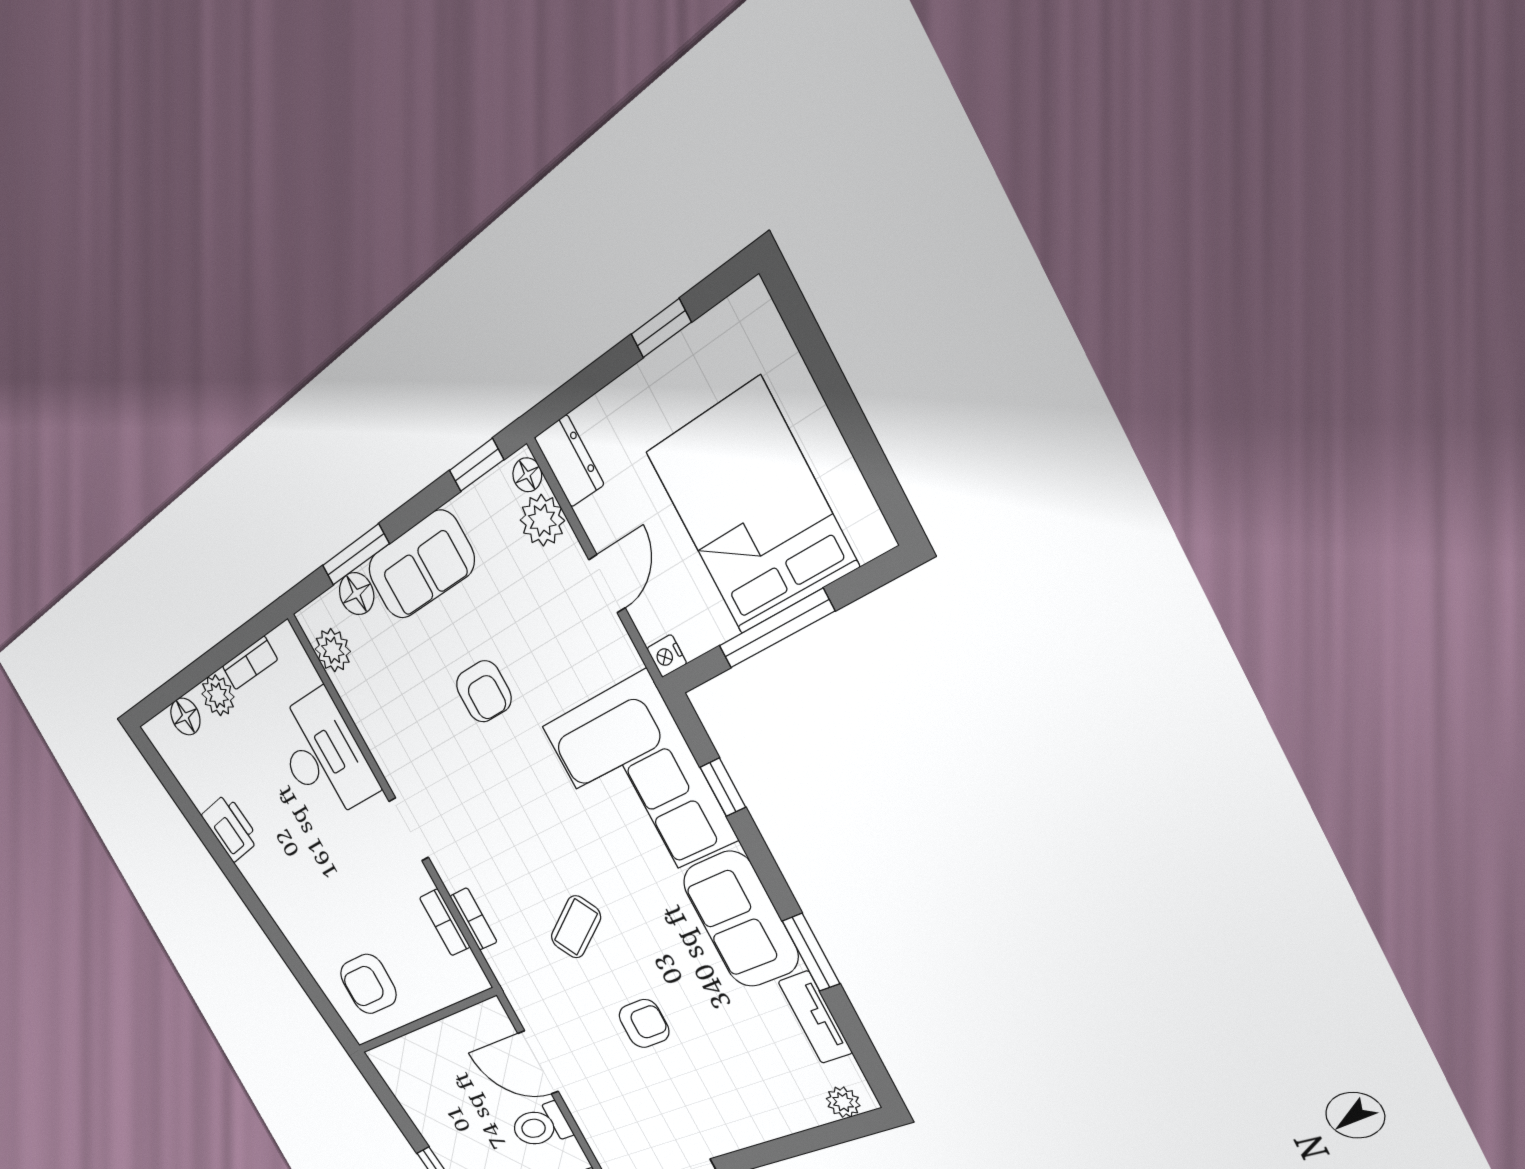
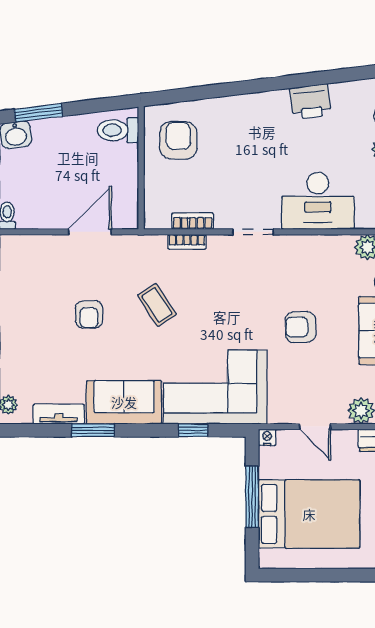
toilet: (540, 1126) -> (118, 130), moved, turned -90

